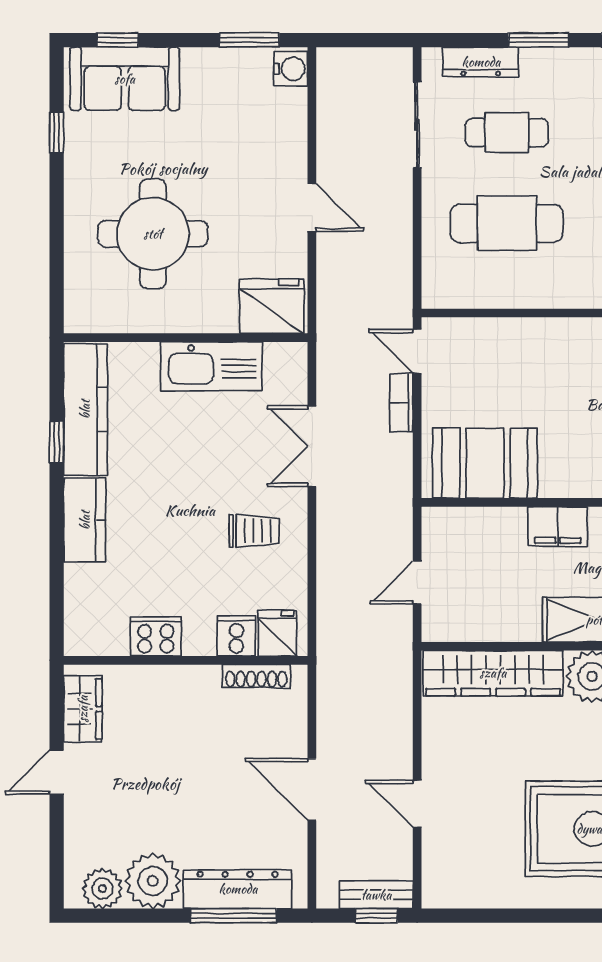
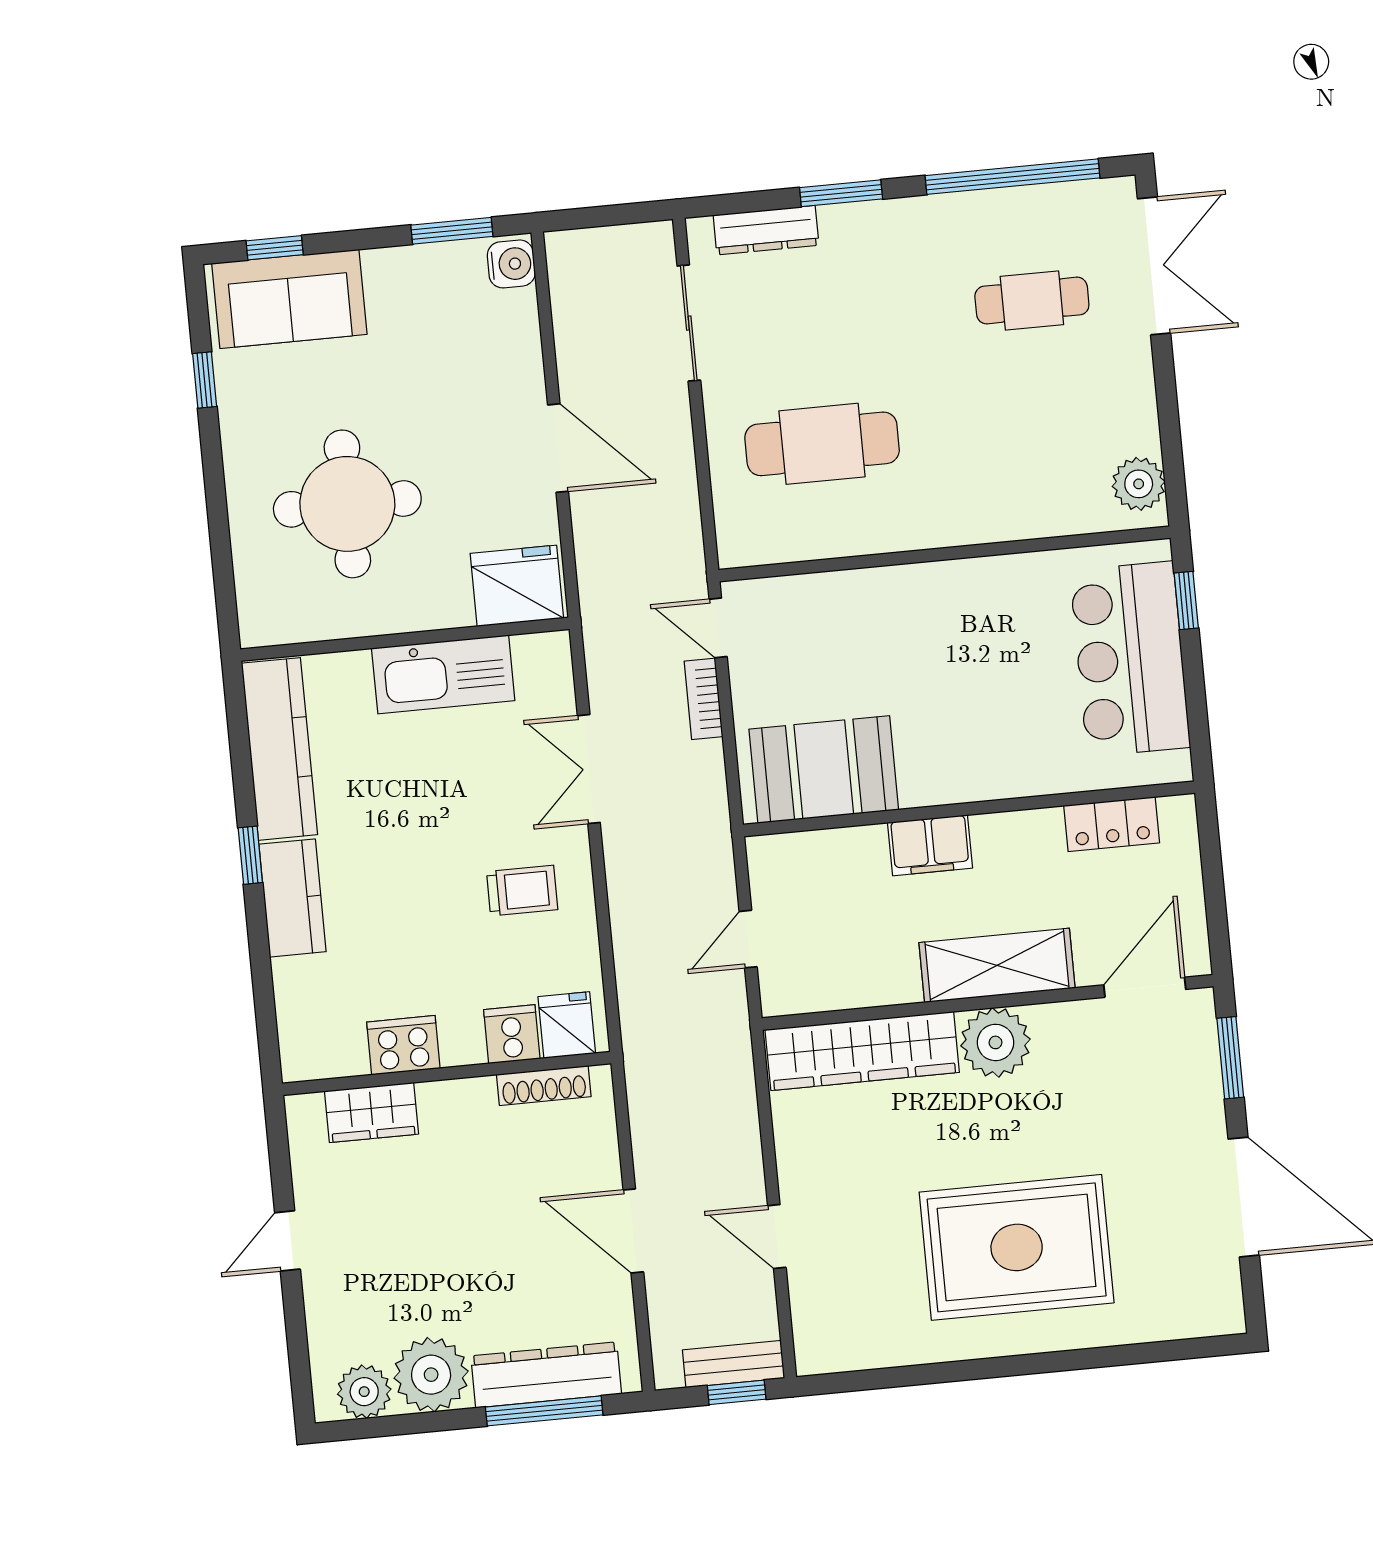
cafe table: (507, 133) -> (810, 322), removed
door: (312, 208) -> (558, 448), width x1.38
window: (57, 442) -> (250, 855), moved
wardrobe: (83, 709) -> (371, 1113), moved, turned 90

